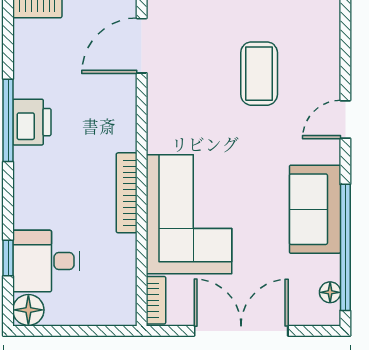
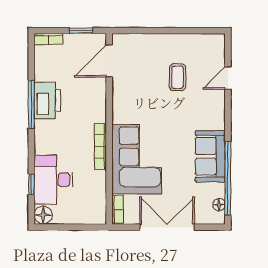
coffee table: (259, 74) -> (178, 77), width x0.73, depth x0.77
door: (345, 119) -> (228, 78), moved
printer: (32, 122) -> (47, 100), width x1.37, depth x1.19
desk: (46, 261) -> (53, 180), width x1.37

